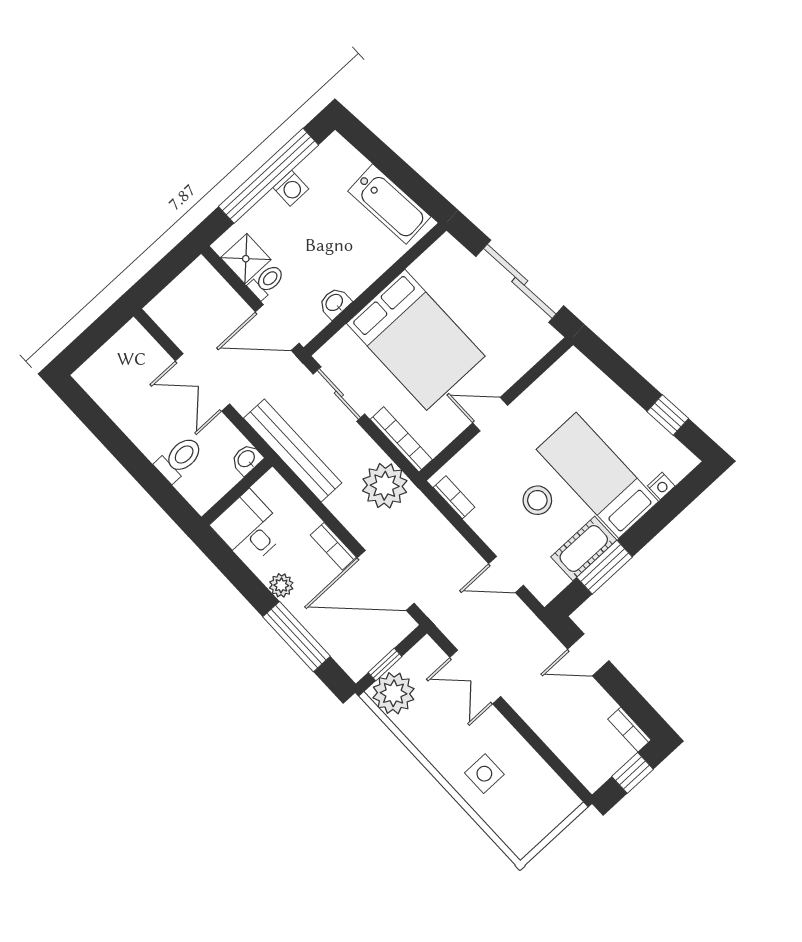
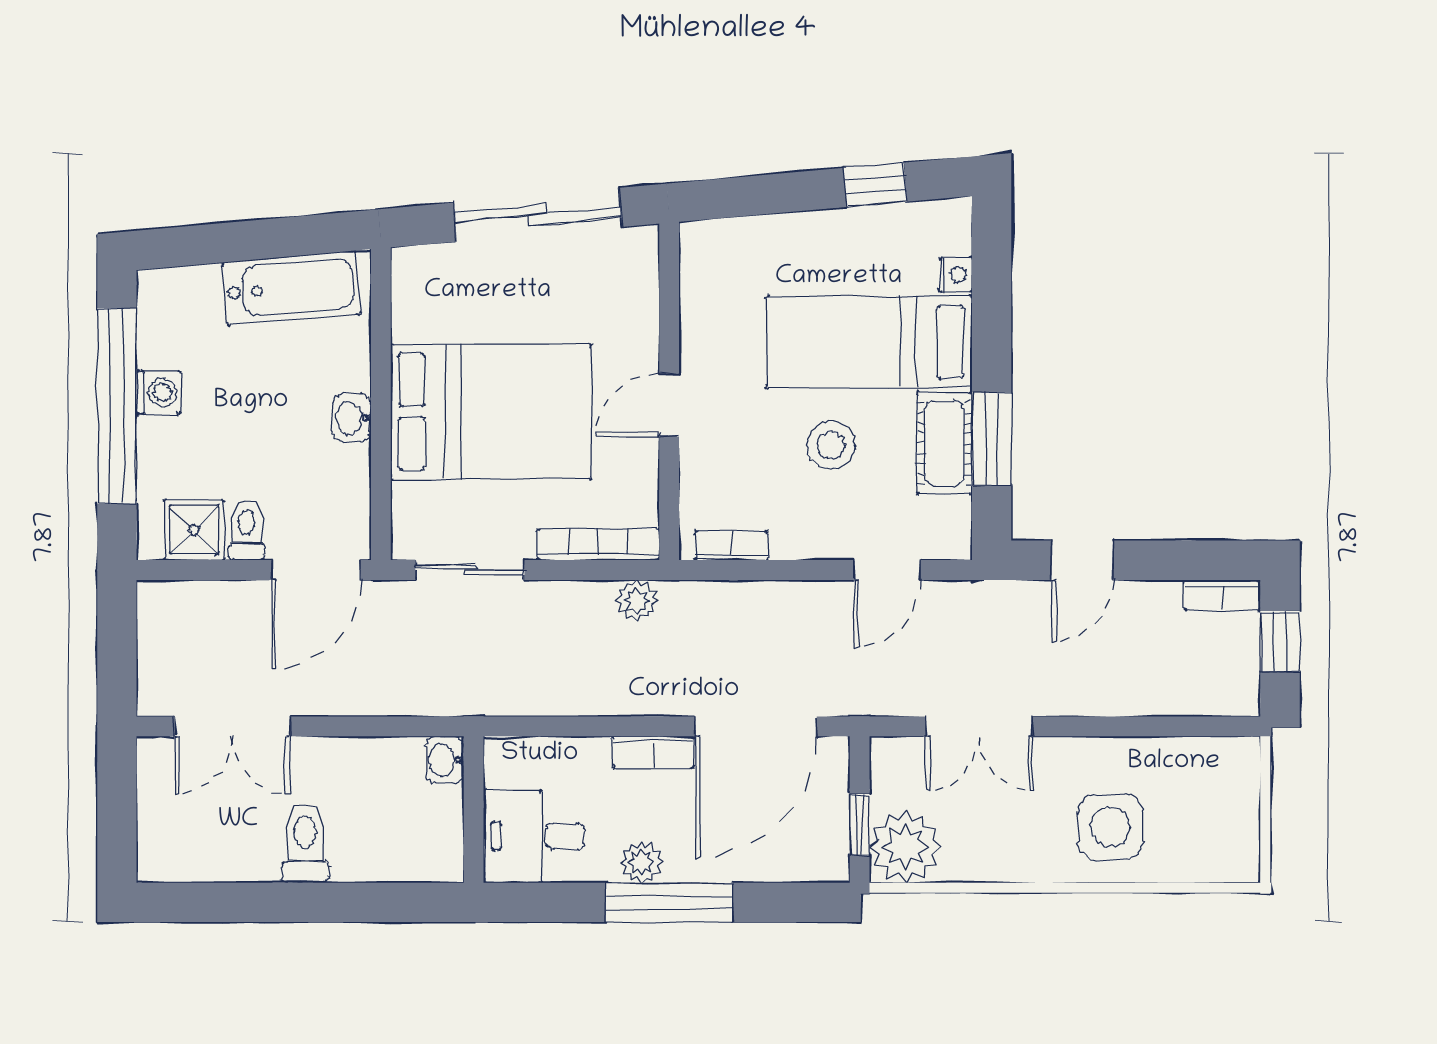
washbasin: (335, 303) -> (352, 418), moved
double door: (202, 382) -> (233, 726), moved
bench: (293, 450) -> (487, 692), removed
toilet: (179, 459) -> (305, 843), moved
plant: (385, 486) -> (637, 600), width x0.53, depth x0.53
window: (296, 637) -> (669, 902), moved
side table: (484, 774) -> (1110, 827), width x1.37, depth x1.37

